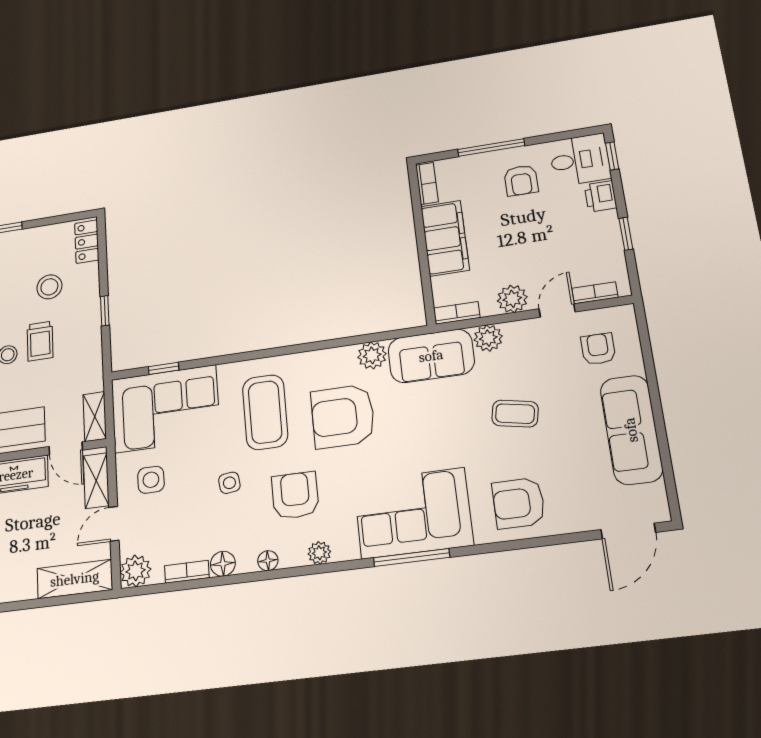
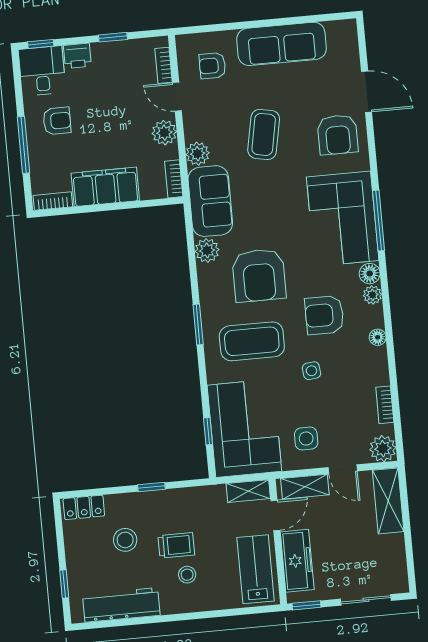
window: (285, 350) -> (198, 324), added
coffee table: (515, 414) -> (264, 134), width x1.36, depth x1.30
door: (628, 531) -> (367, 92), moved
floor lamp: (223, 564) -> (370, 274), moved

